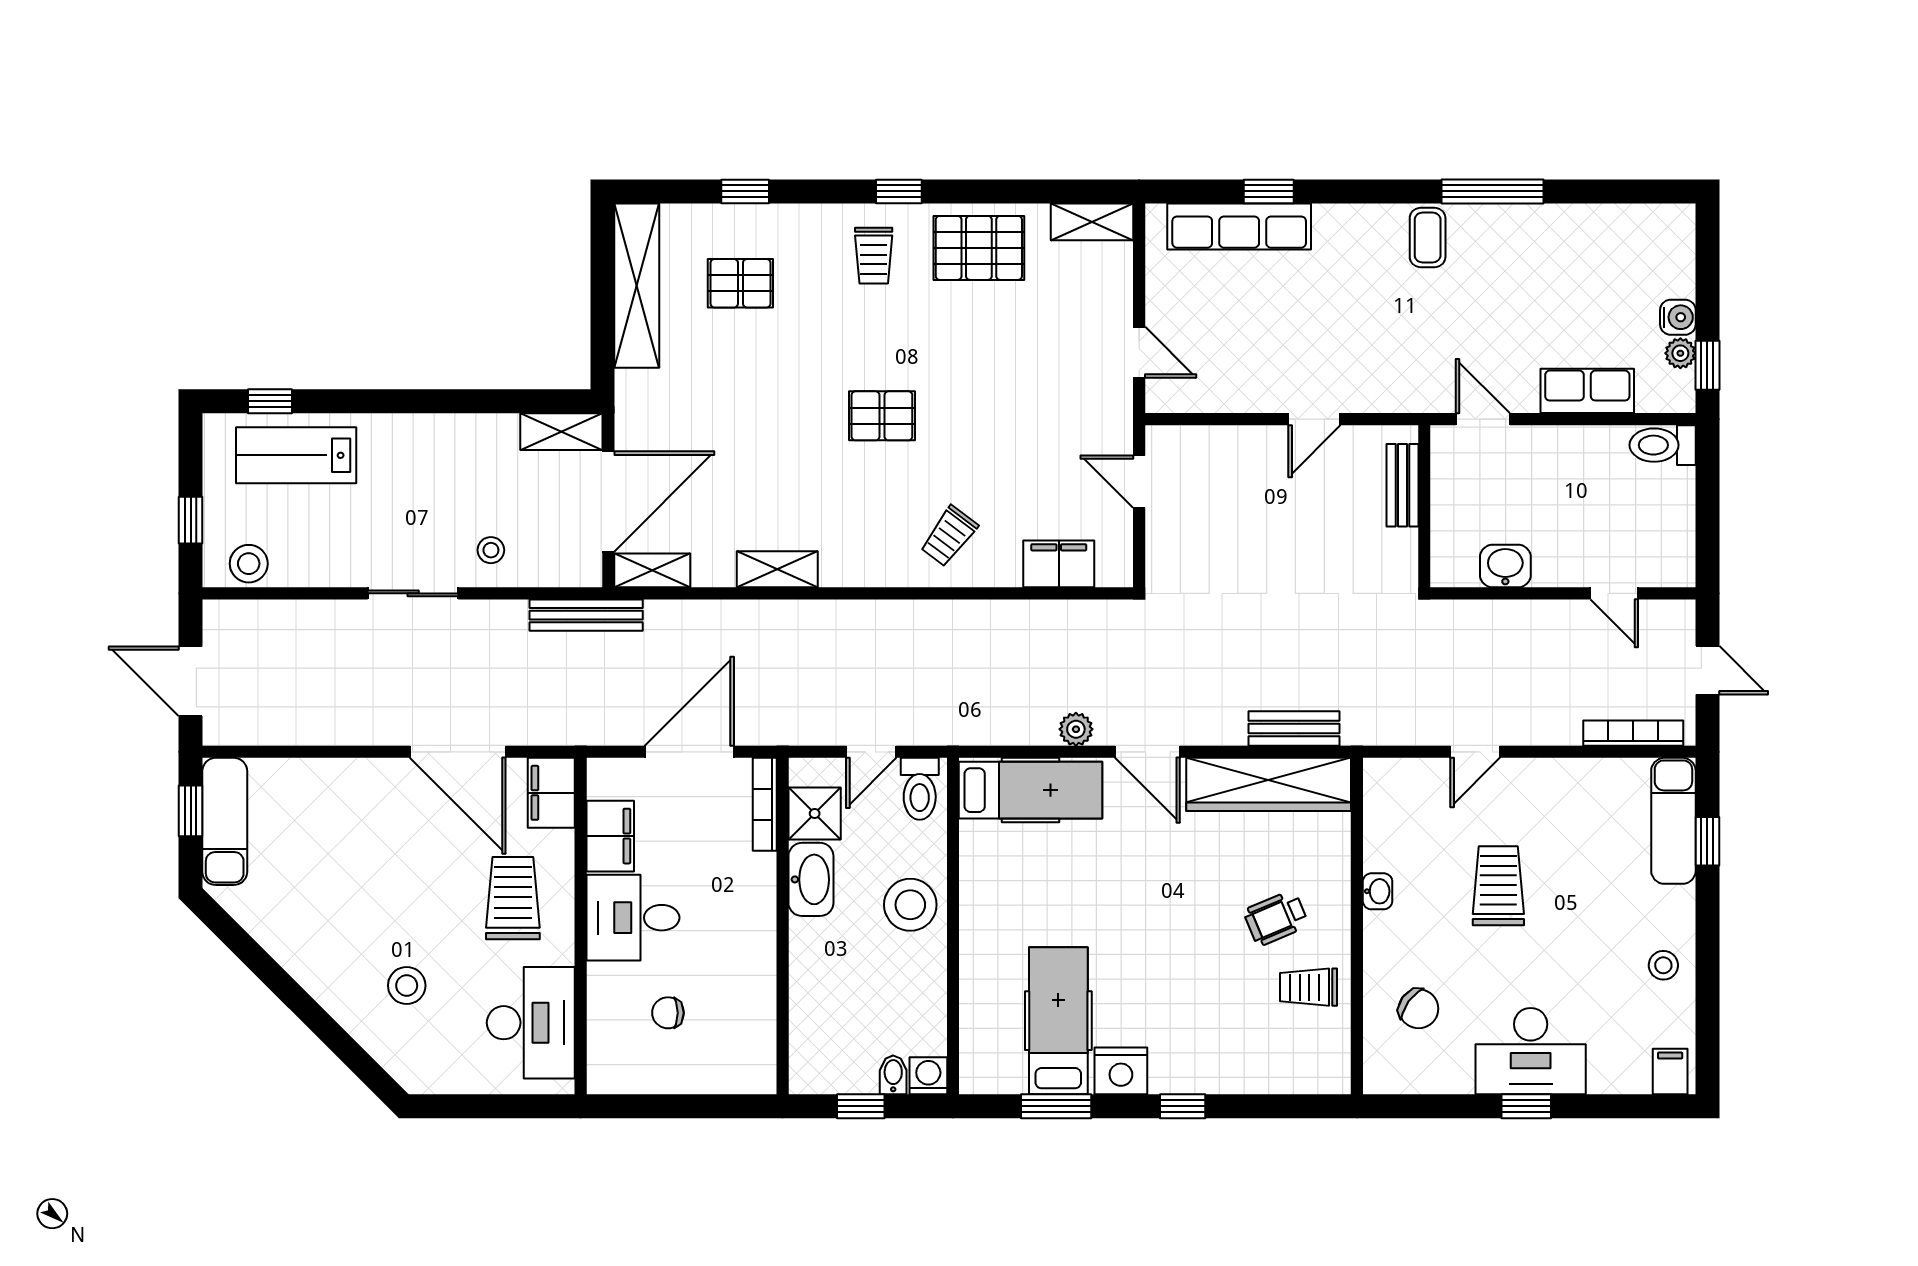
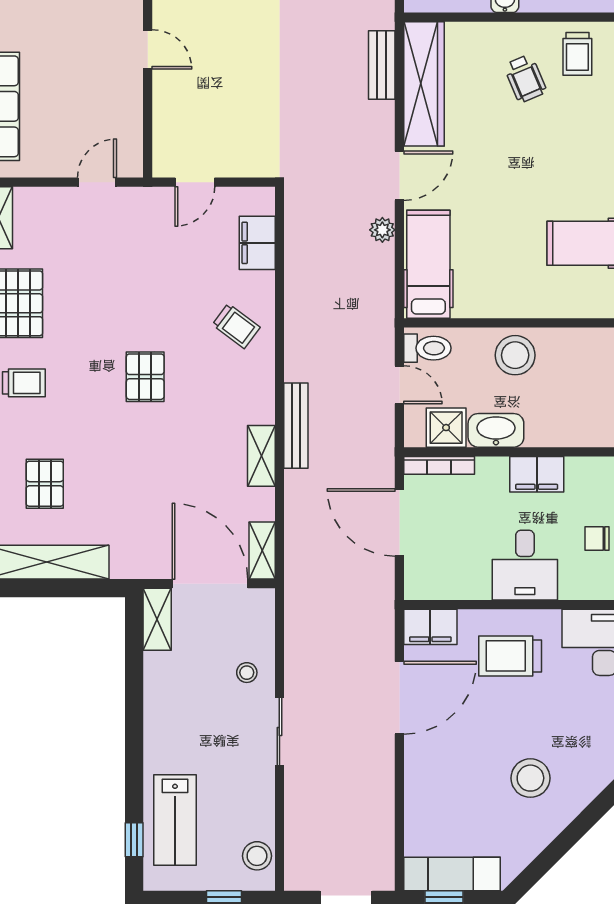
bench: (586, 615) -> (296, 426), moved
filing cabinet: (610, 836) -> (537, 474), moved, turned 180
stool: (407, 986) -> (530, 778), moved, width x1.38, depth x1.38
chair: (668, 1013) -> (597, 539), turned 90

